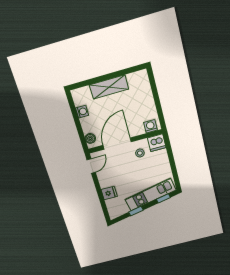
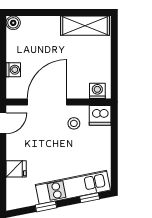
shelving: (109, 87) -> (85, 26), moved
washing machine: (82, 112) -> (13, 70), moved
boiler: (90, 138) -> (13, 23), moved

